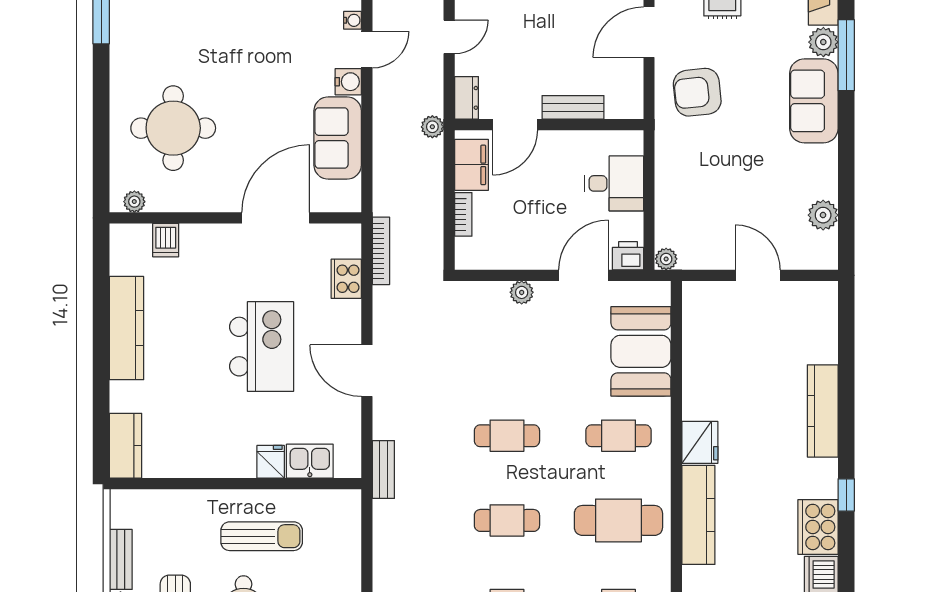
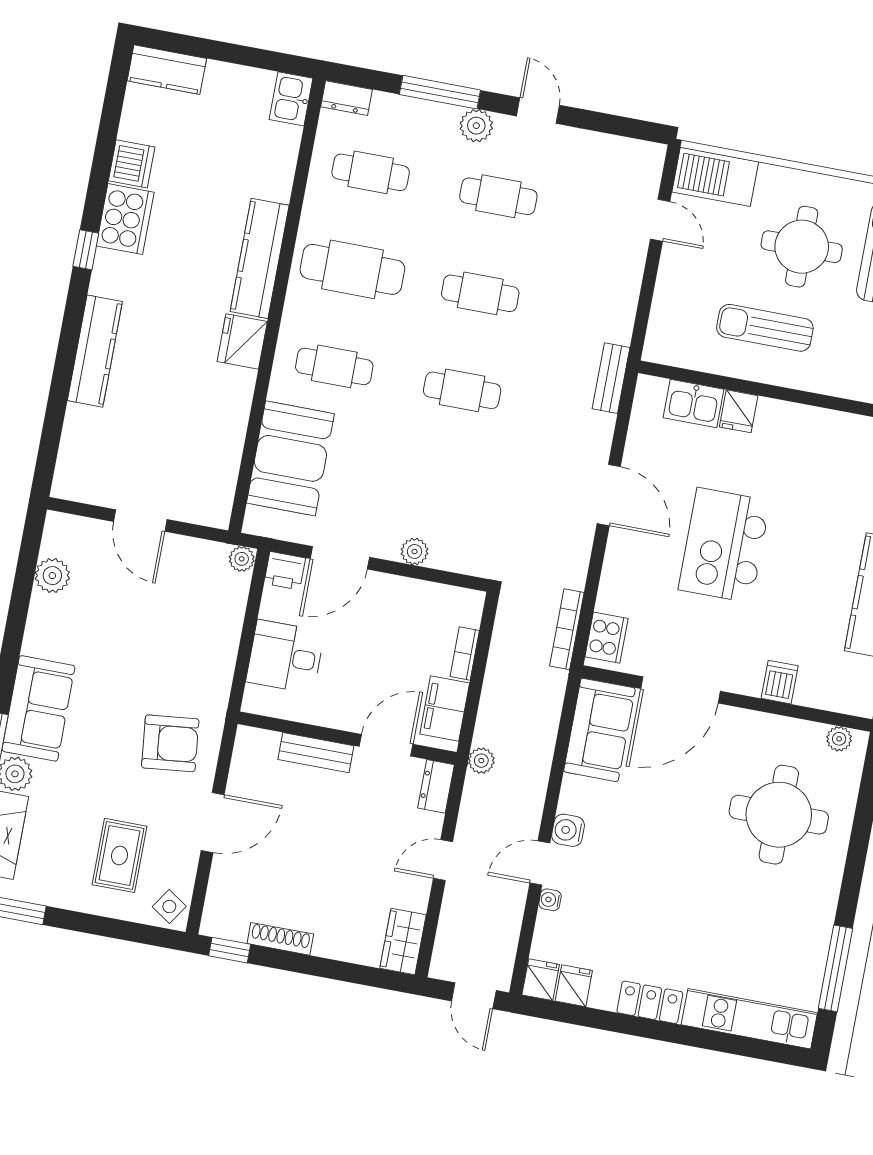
sofa: (338, 138) -> (599, 730), moved
dishwasher: (166, 240) -> (780, 682), moved
cooker: (346, 279) -> (607, 638), moved

